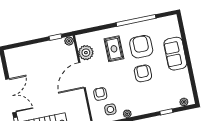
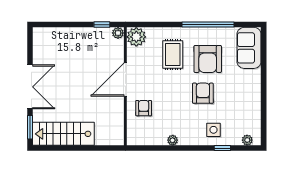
armchair: (141, 47) -> (208, 59), turned 180
plant: (86, 53) -> (136, 37), moved
sofa: (175, 54) -> (249, 48), moved
side table: (110, 109) -> (214, 130), moved

